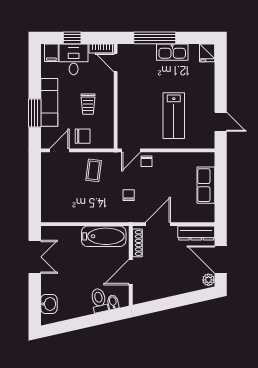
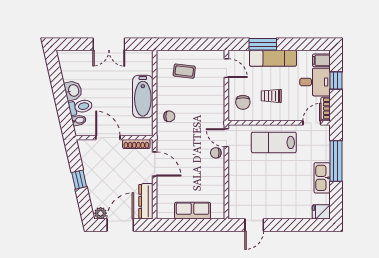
lab bench: (174, 116) -> (274, 142), moved
chair: (83, 136) -> (243, 102), moved
coffee table: (94, 170) -> (184, 71), moved
chair: (129, 195) -> (169, 116), moved
bathtub: (104, 236) -> (143, 97), moved
double door: (35, 257) -> (109, 44), moved
window: (174, 302) -> (79, 180), added
washbasin: (49, 304) -> (73, 91), moved, turned -103

